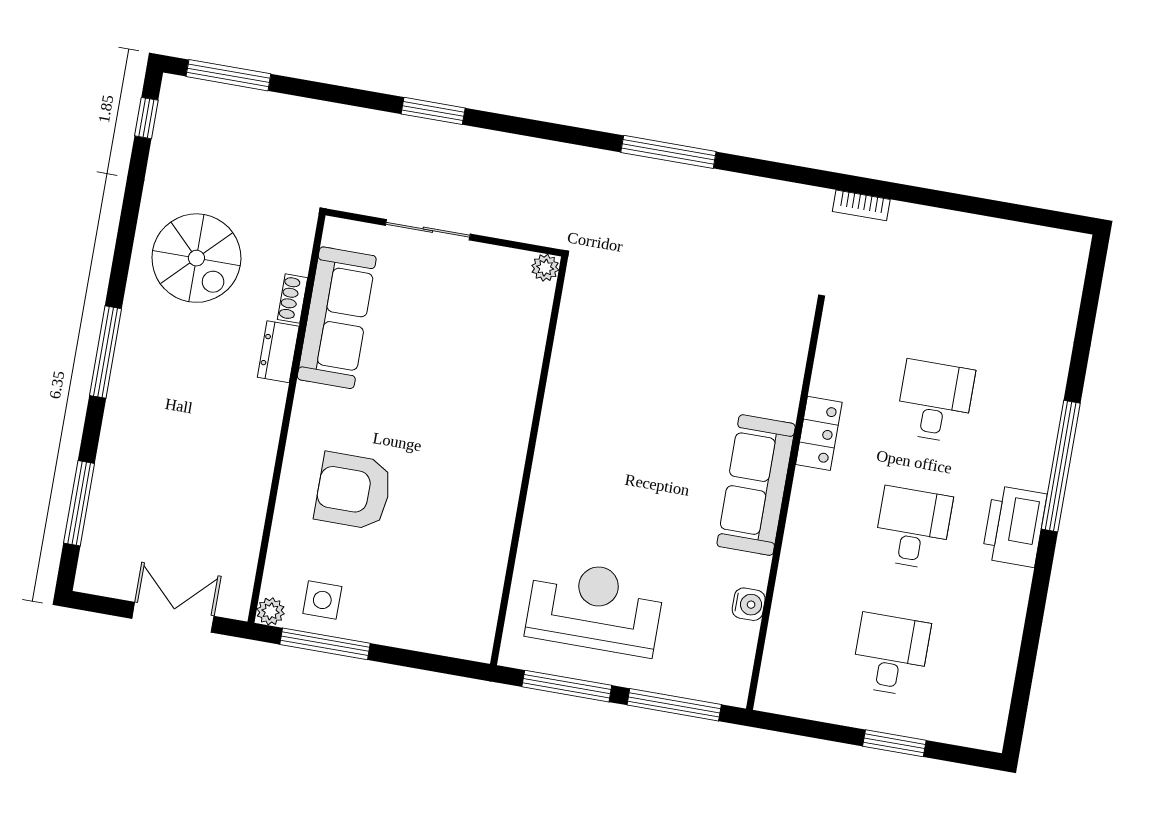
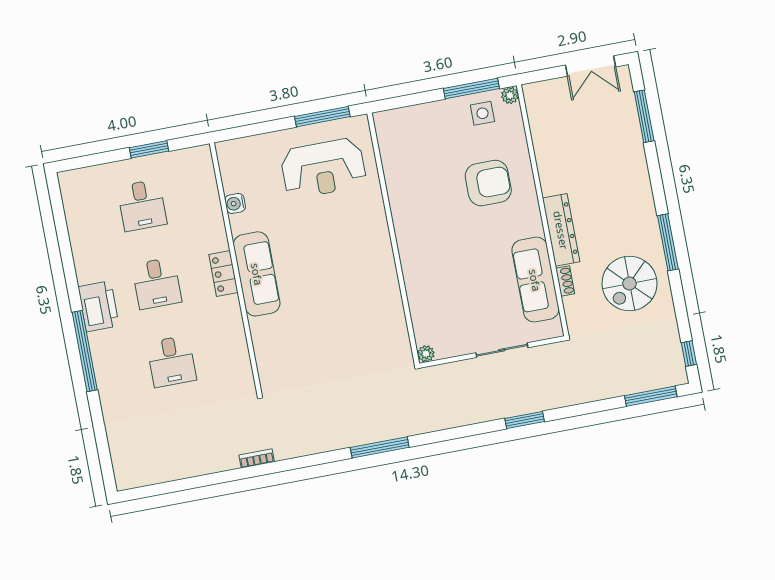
spiral stairs: (196, 258) -> (629, 284), turned -90
window: (105, 352) -> (668, 242), moved
dresser: (278, 352) -> (561, 230), width x1.96, depth x1.24
locker: (819, 433) -> (223, 274), moved
double door: (173, 617) -> (590, 66), moved
window: (674, 705) -> (256, 129), removed
window: (894, 743) -> (149, 149), moved

